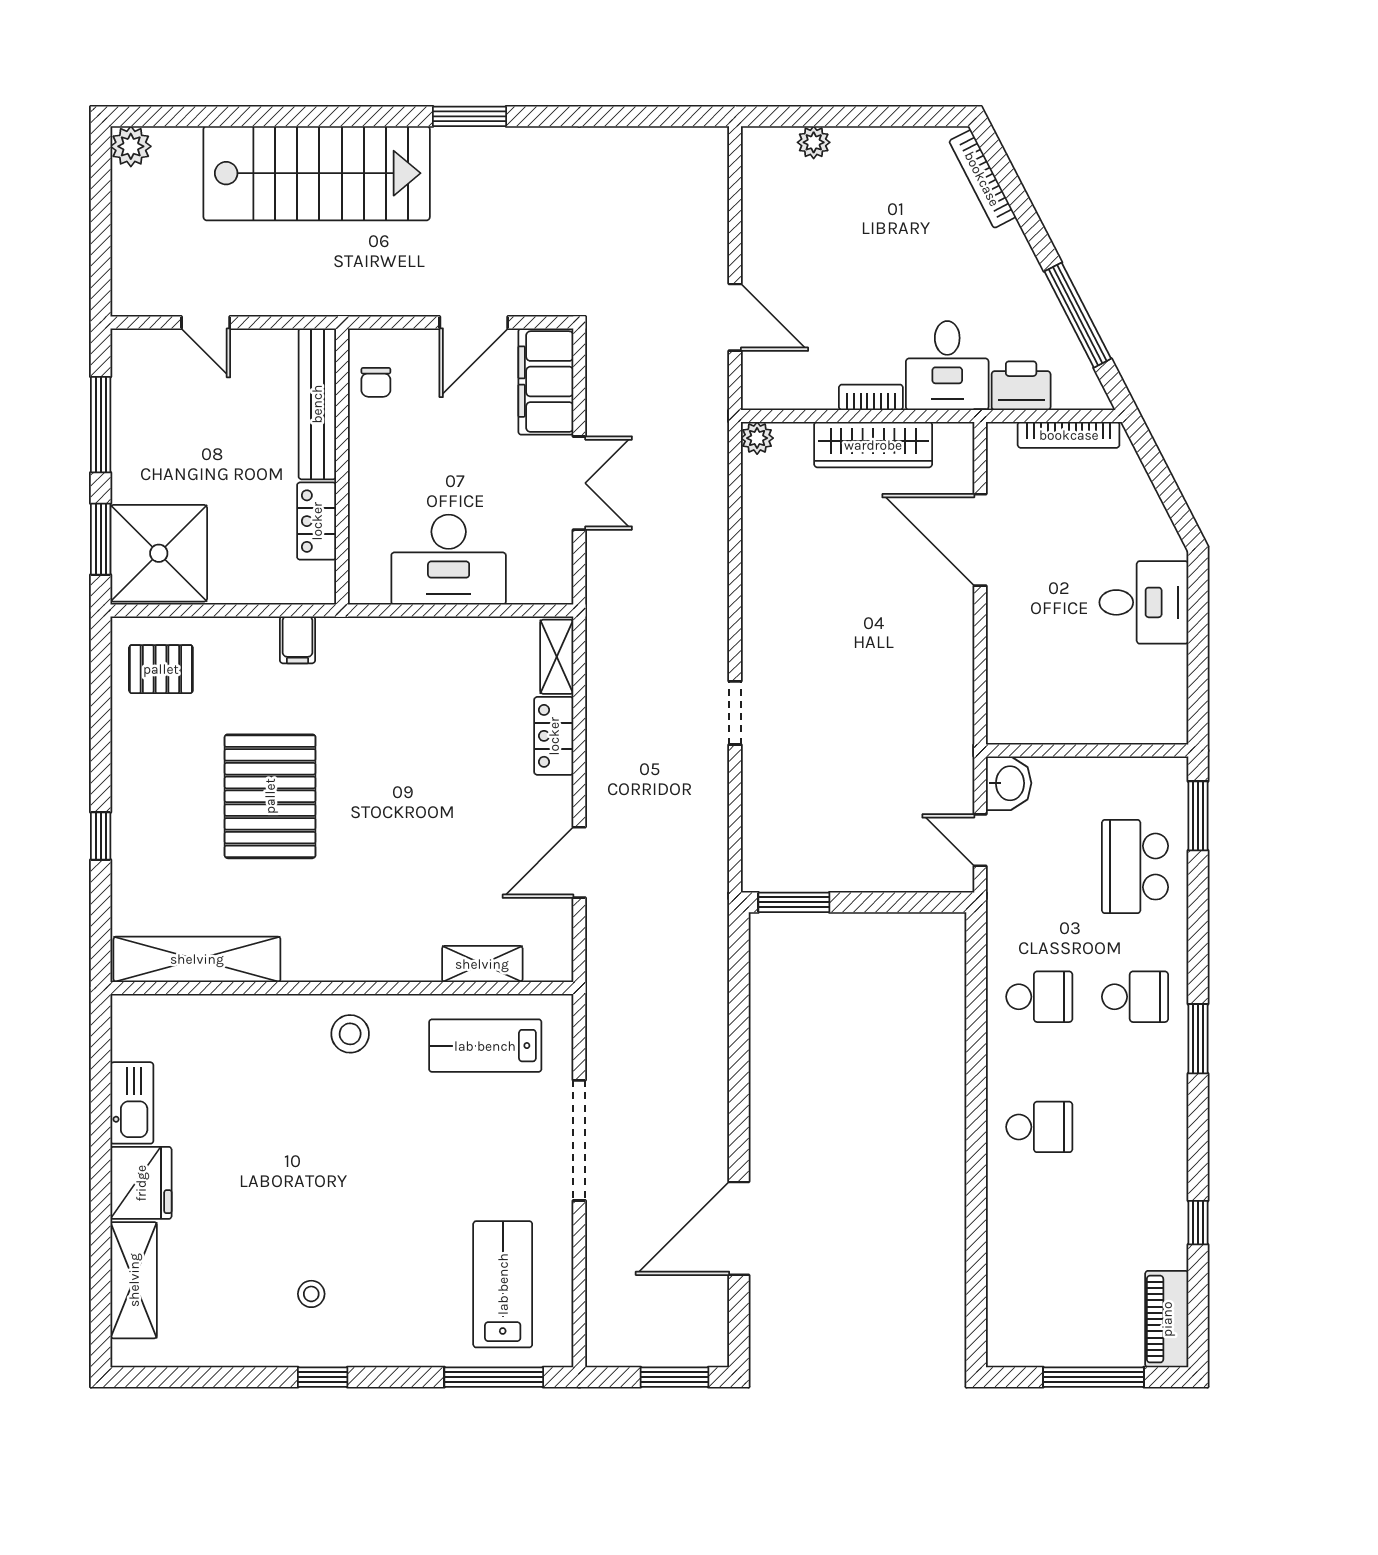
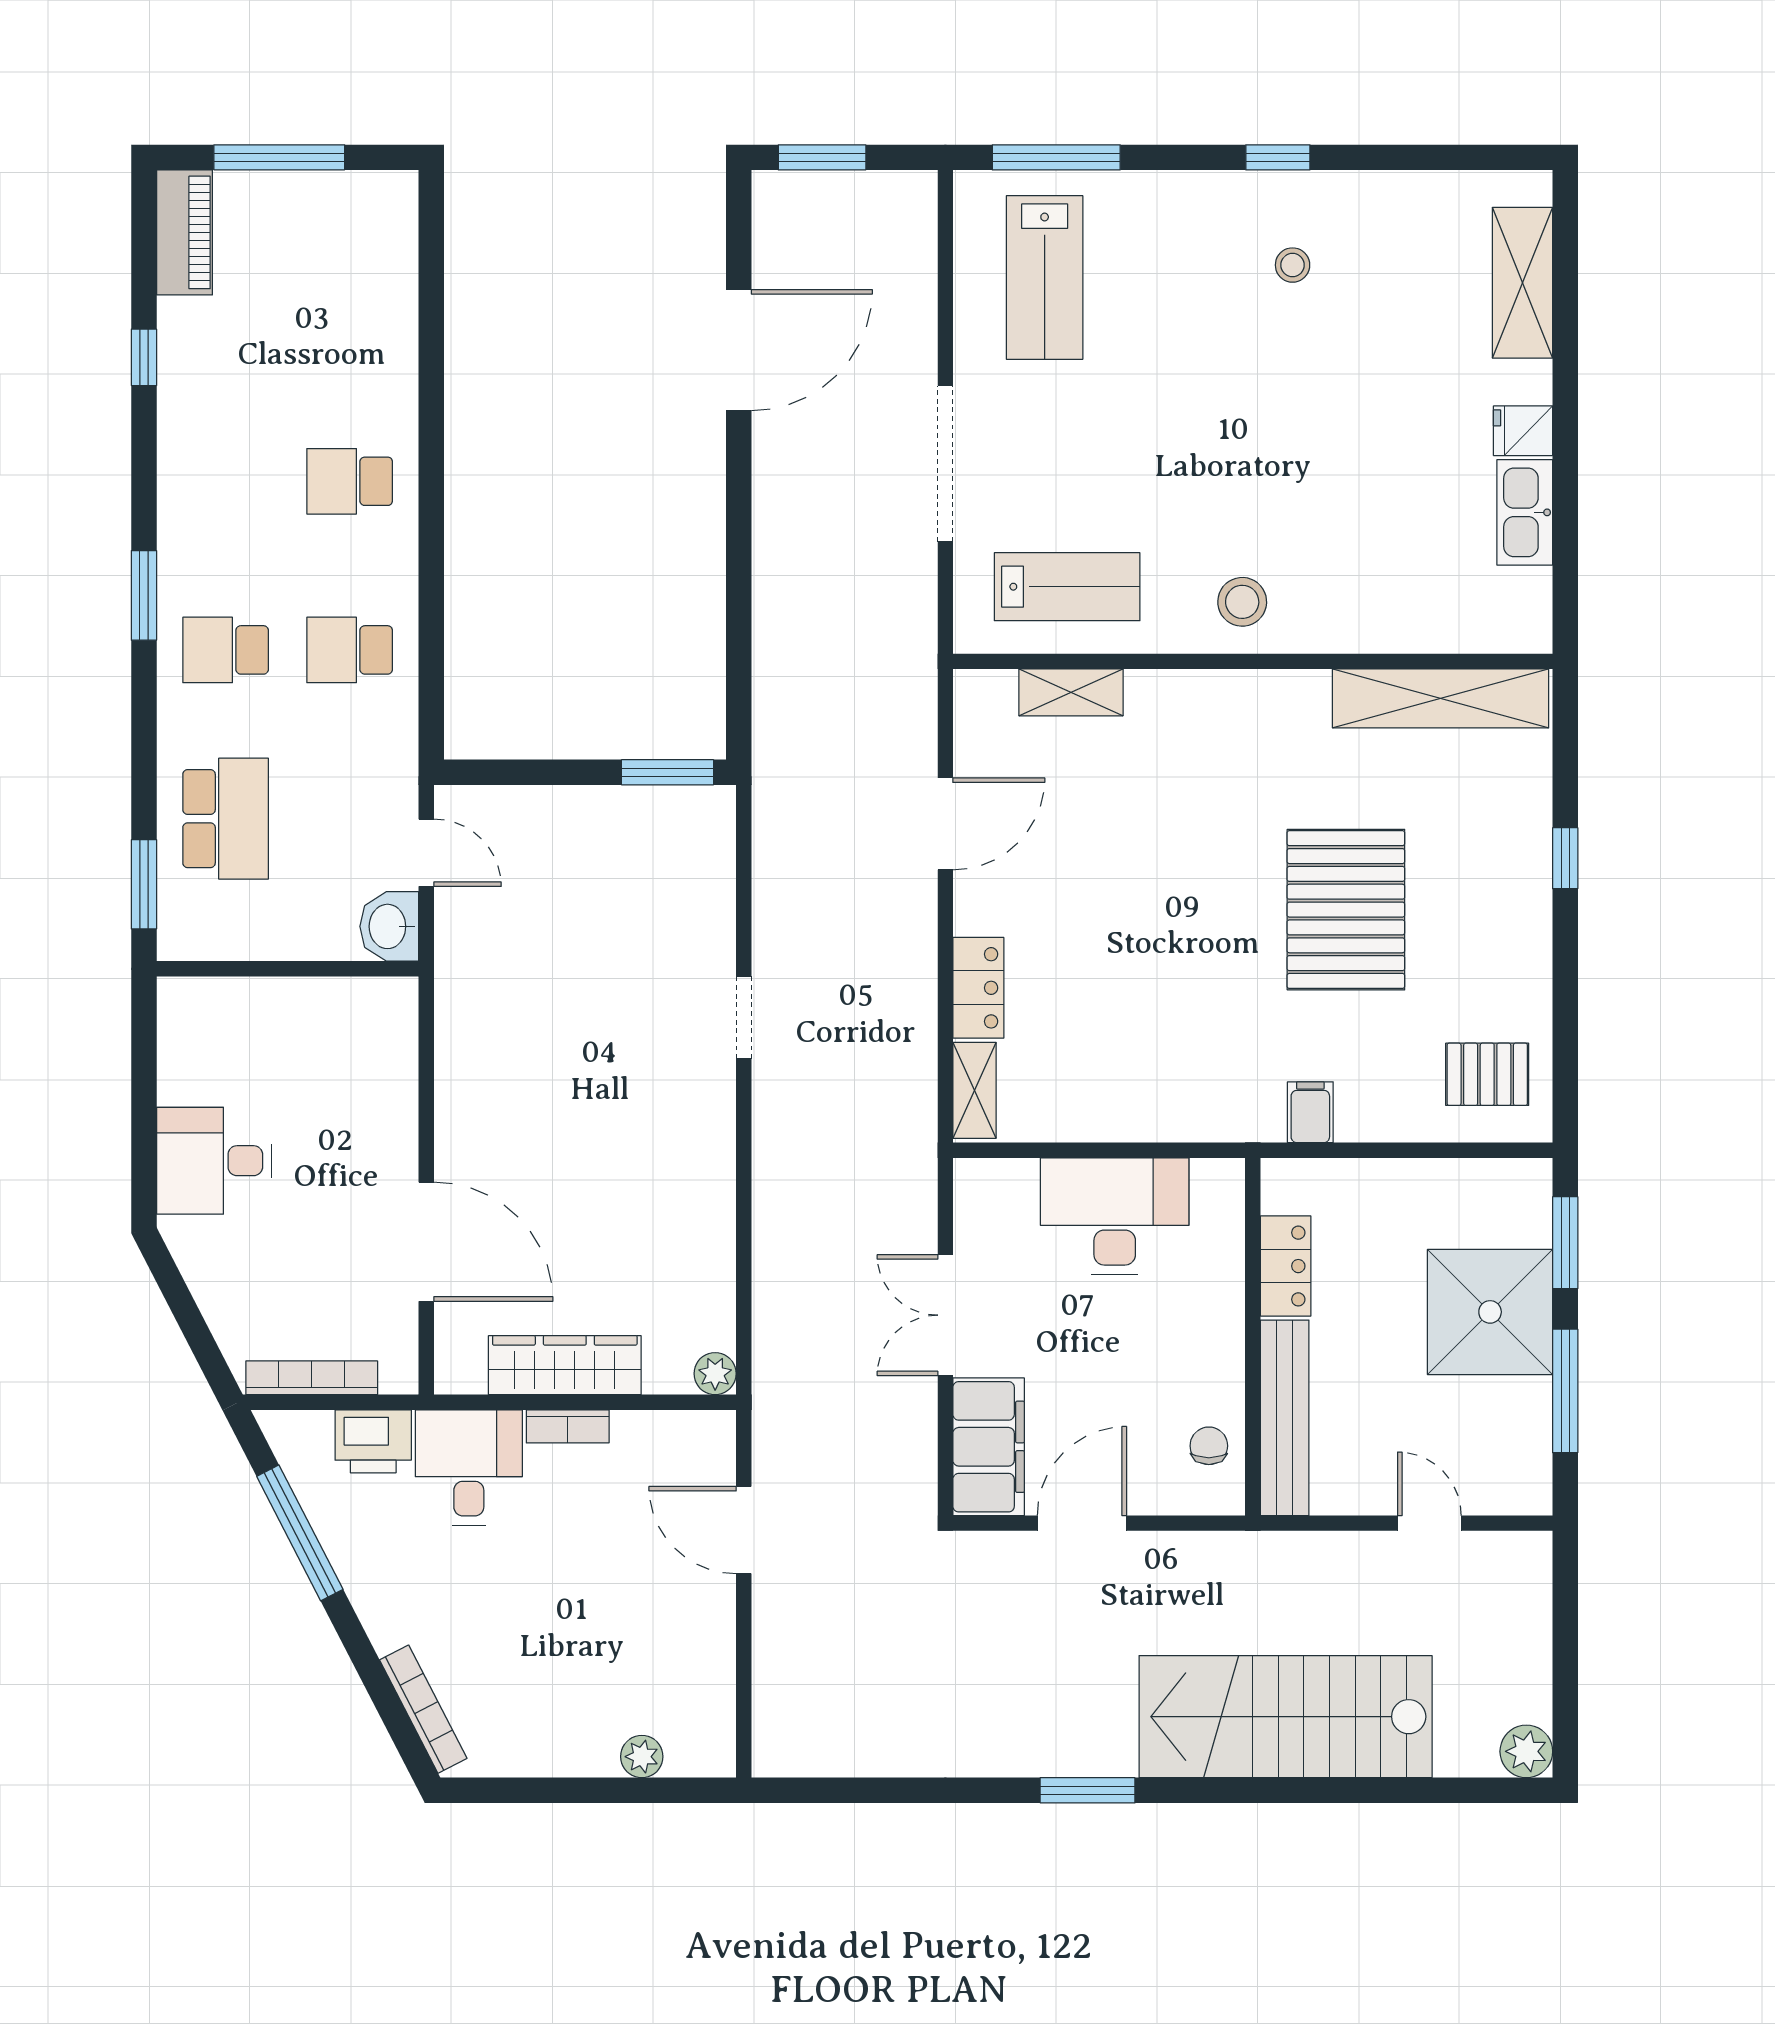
shower: (159, 553) -> (1490, 1312), moved
fridge: (141, 1183) -> (1523, 431), width x0.53, depth x0.75

